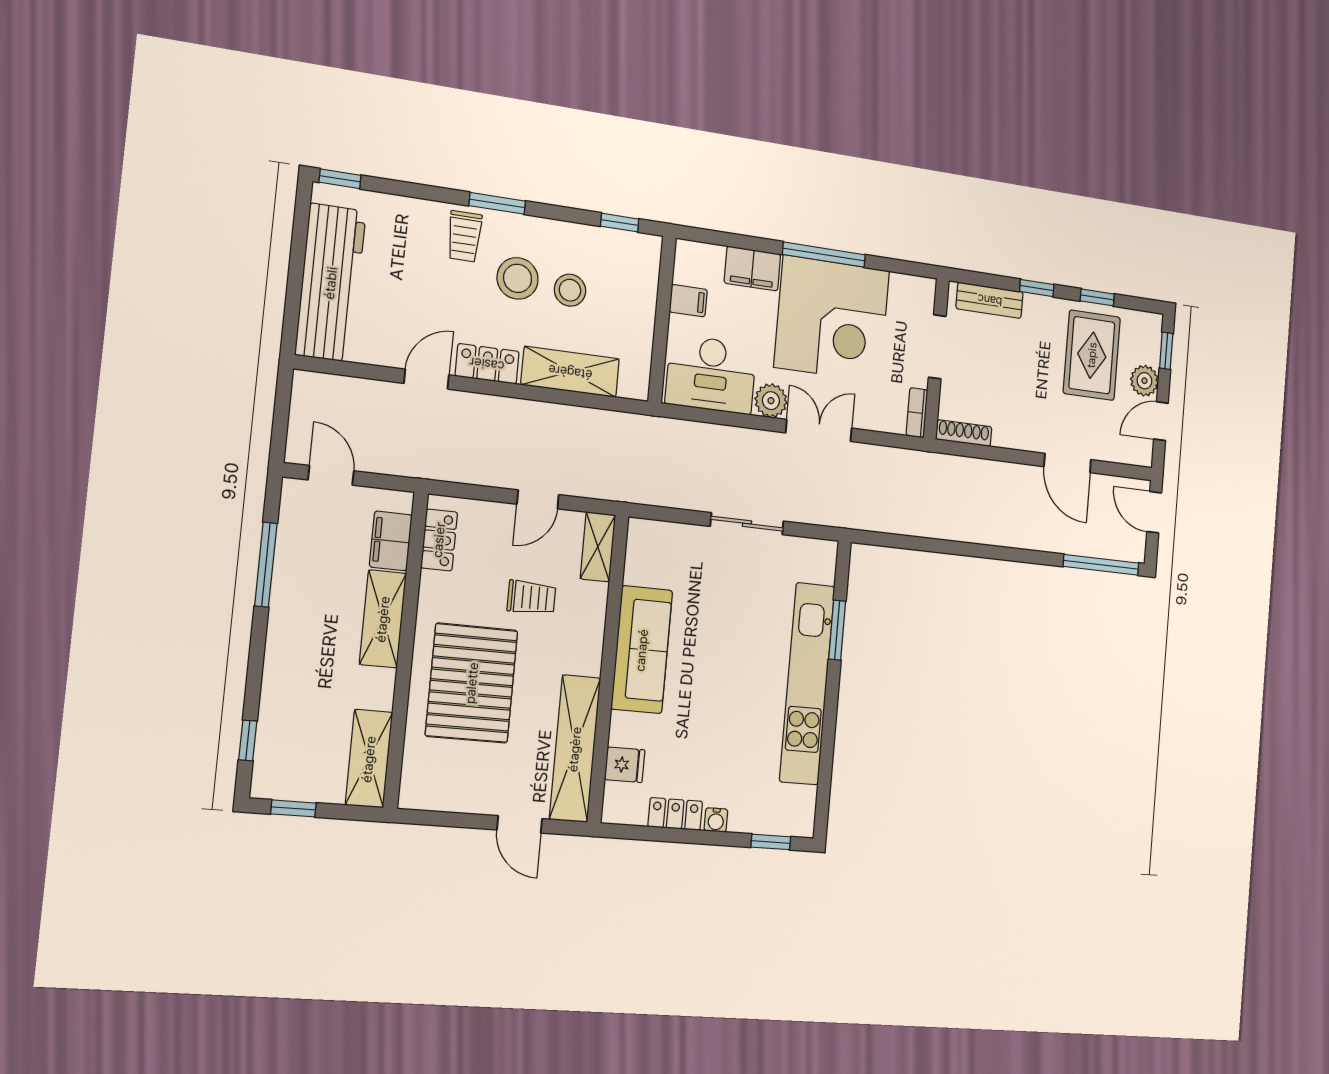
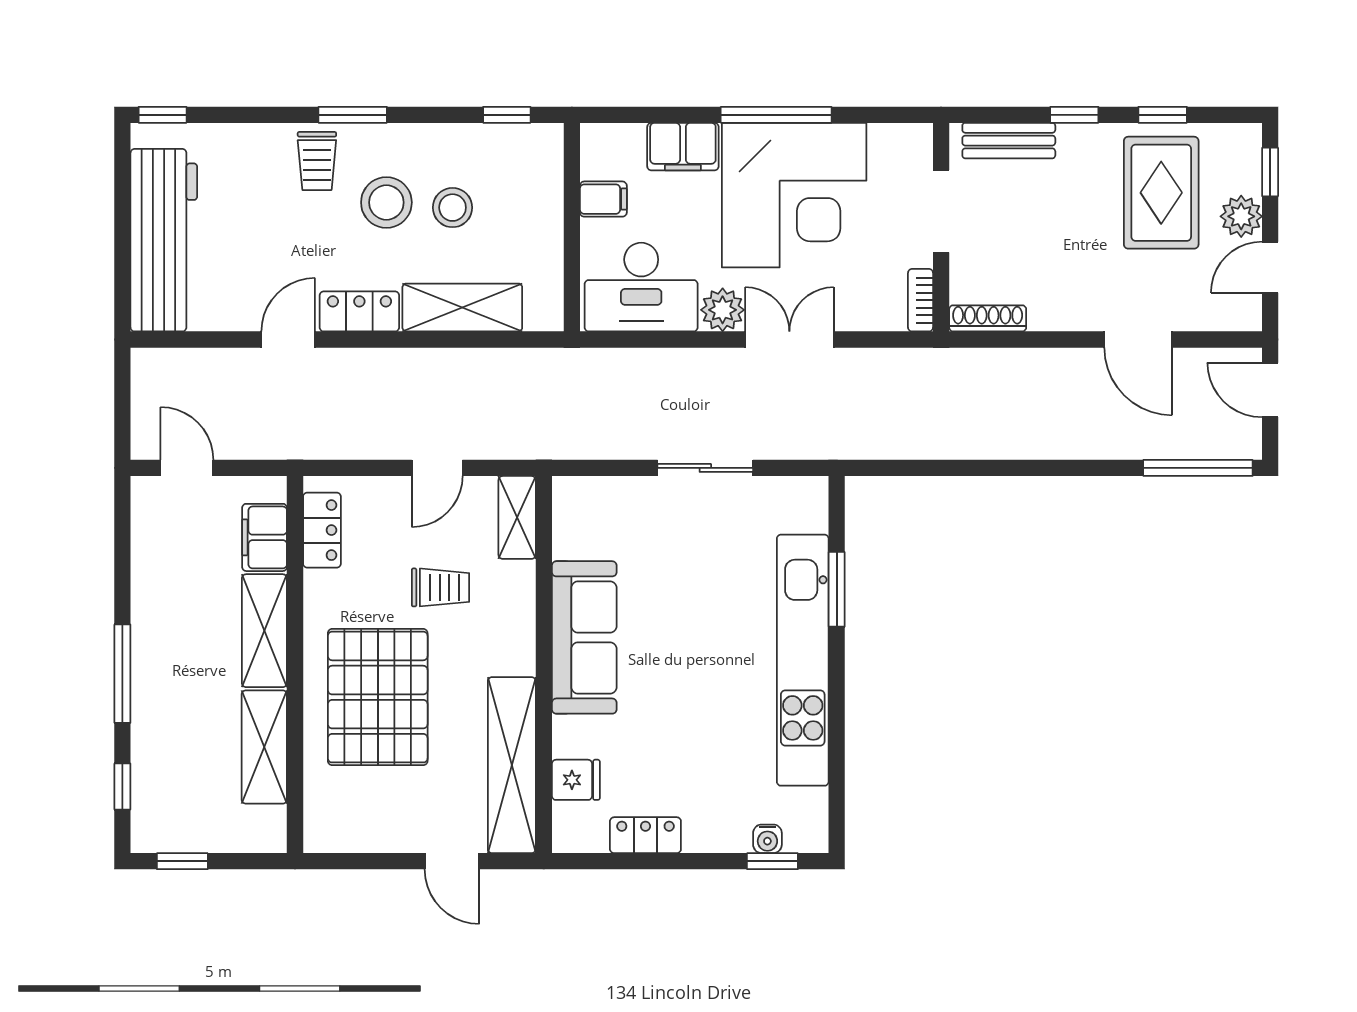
window: (266, 565) -> (122, 674), moved
shelving: (369, 759) -> (264, 747), moved
water cooler: (716, 820) -> (767, 839), moved

